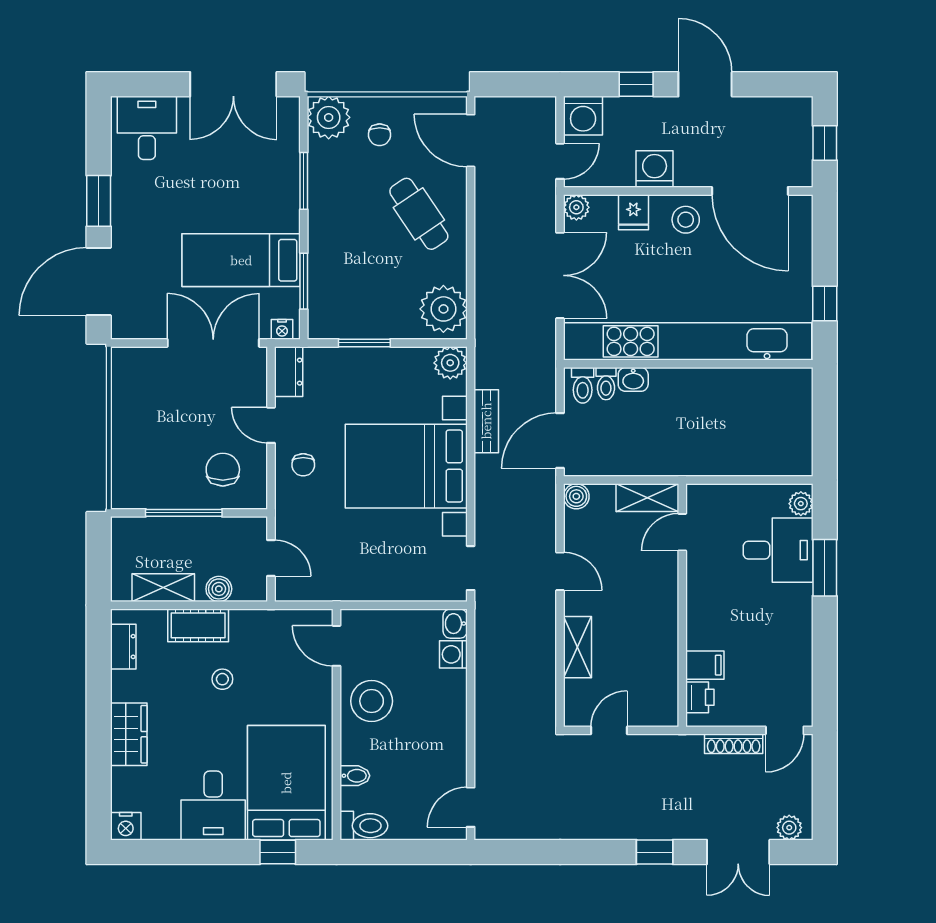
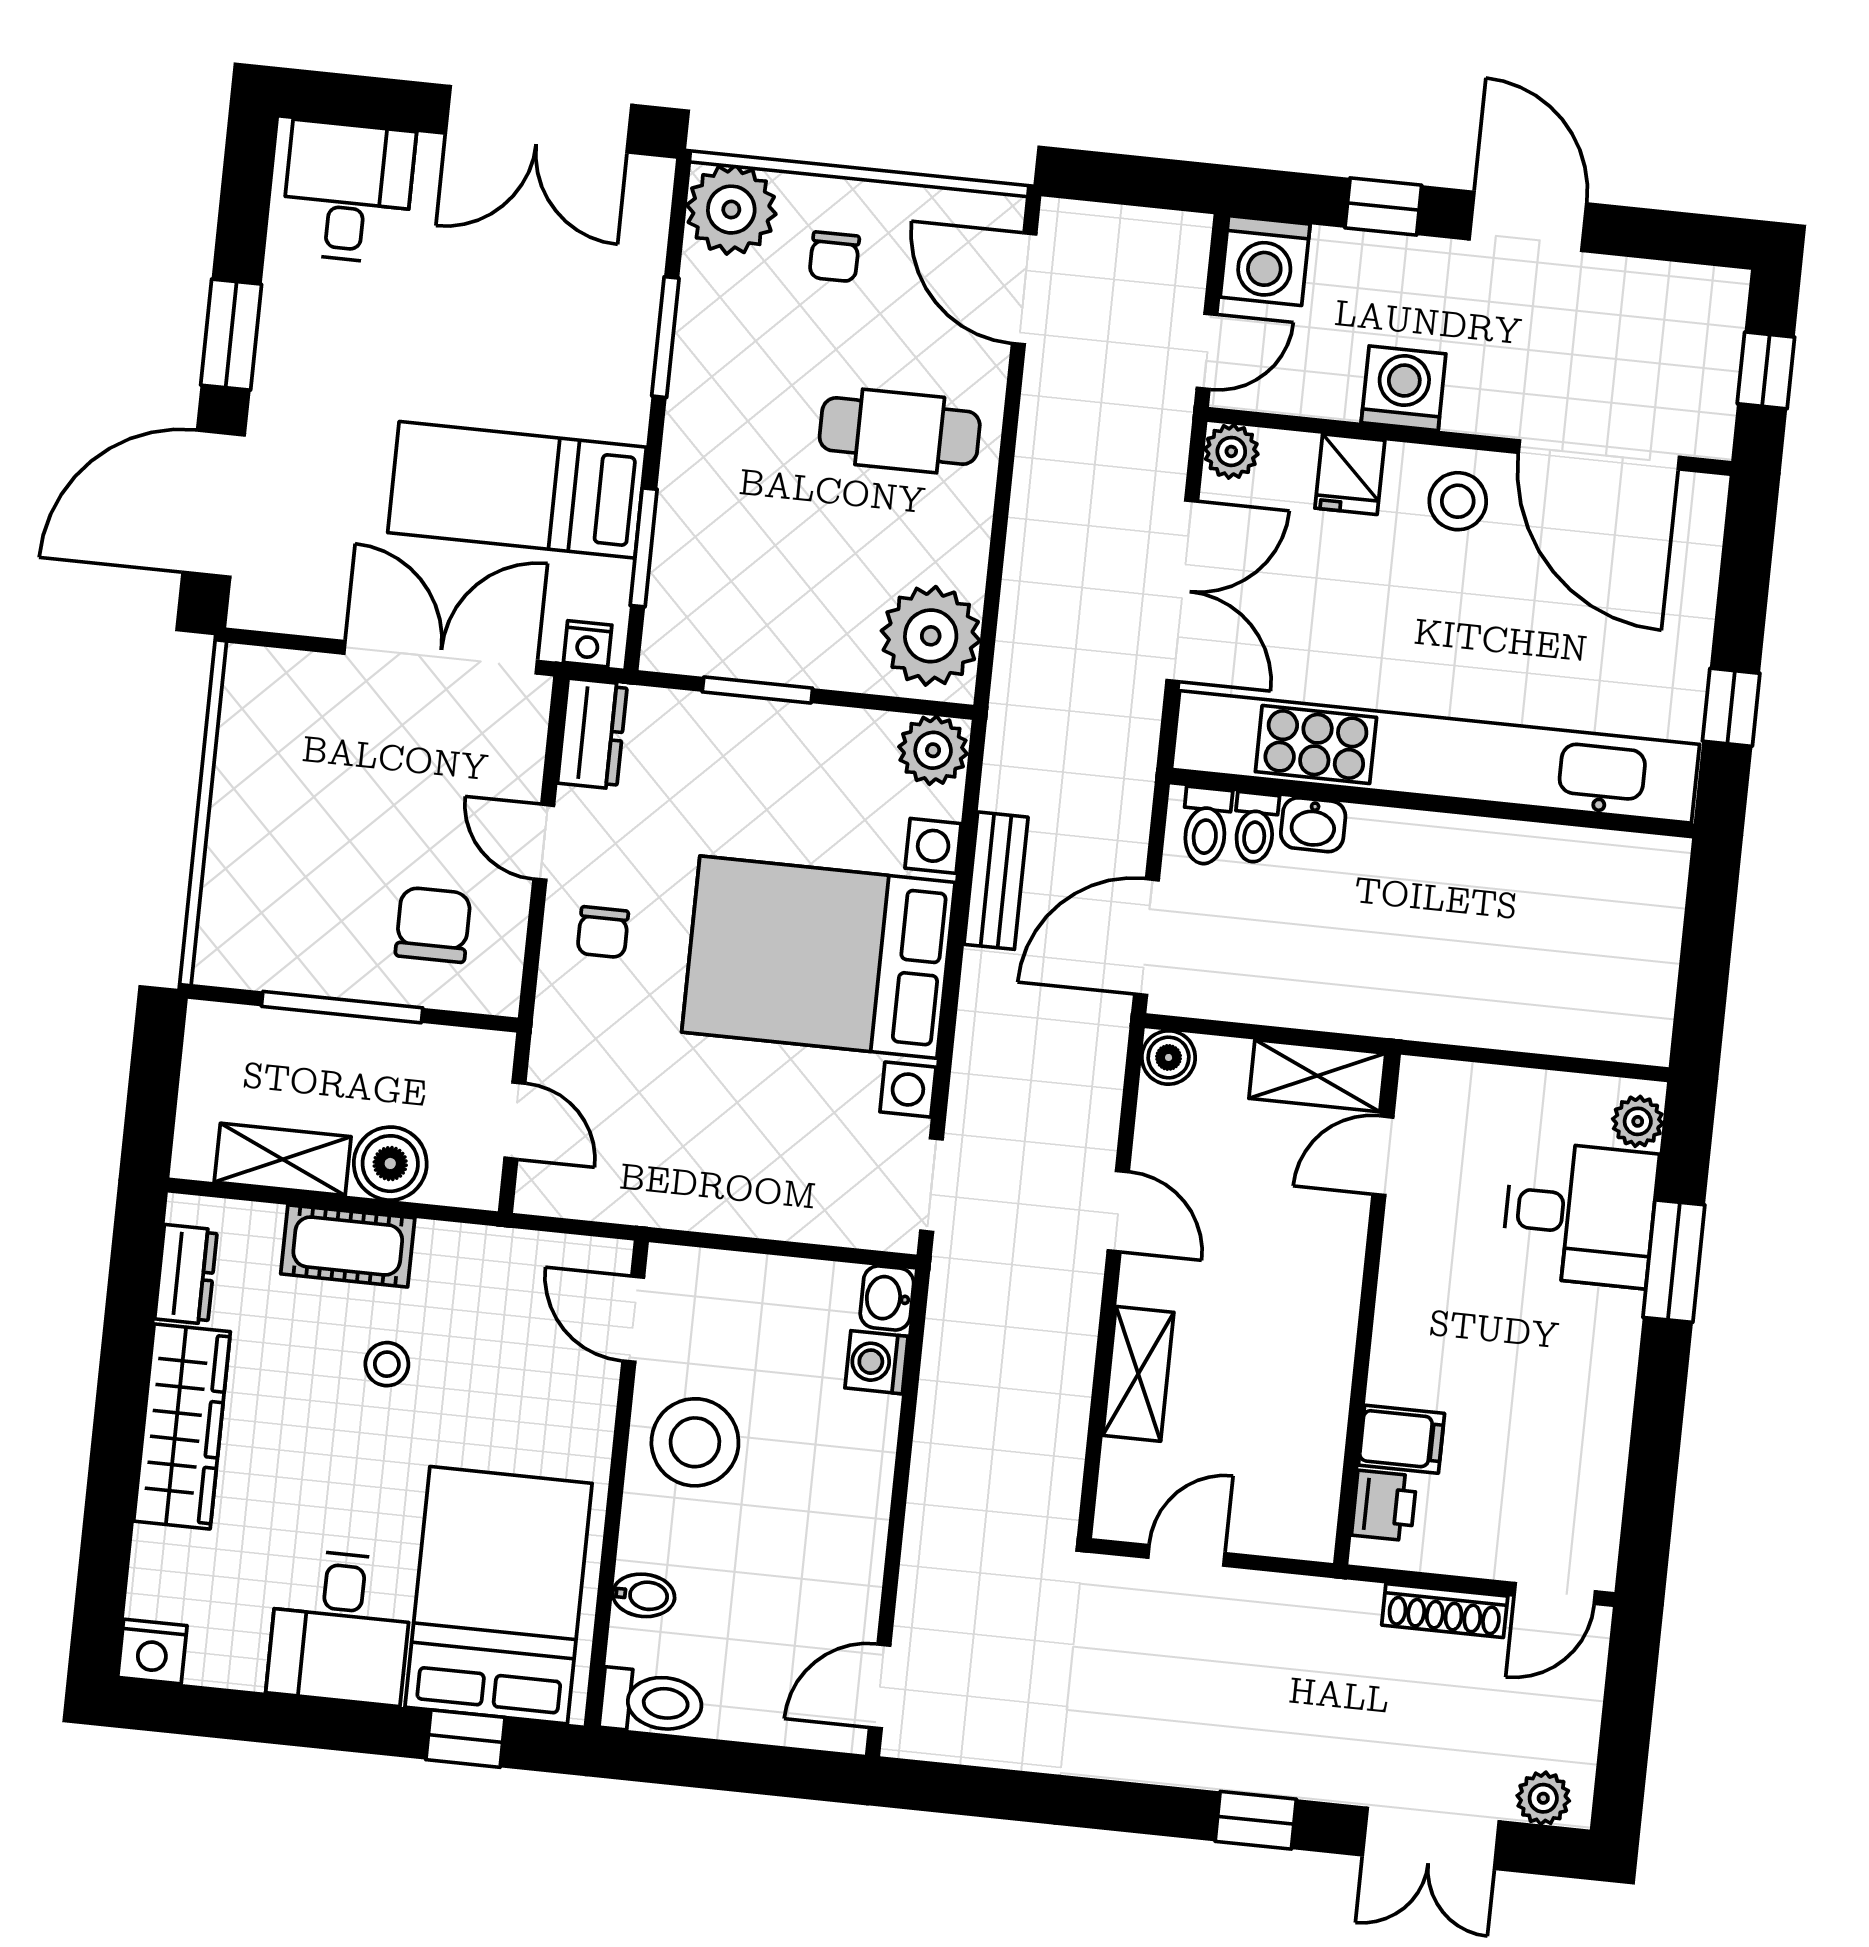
cafe table: (419, 214) -> (900, 431), turned -56
boiler: (219, 589) -> (390, 1164), width x1.36, depth x1.36
wardrobe: (129, 734) -> (182, 1426), width x1.50

